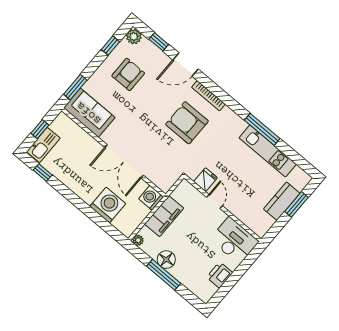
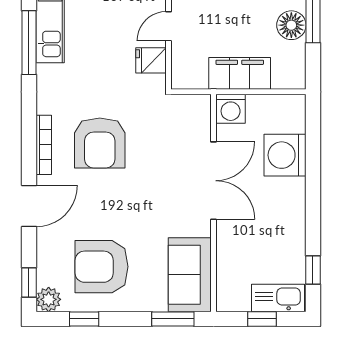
window: (159, 42) -> (29, 282), moved
door: (185, 64) -> (29, 206), hinge flipped
armchair: (128, 74) -> (101, 267), width x1.36, depth x1.36
plant: (138, 240) -> (297, 81), removed

